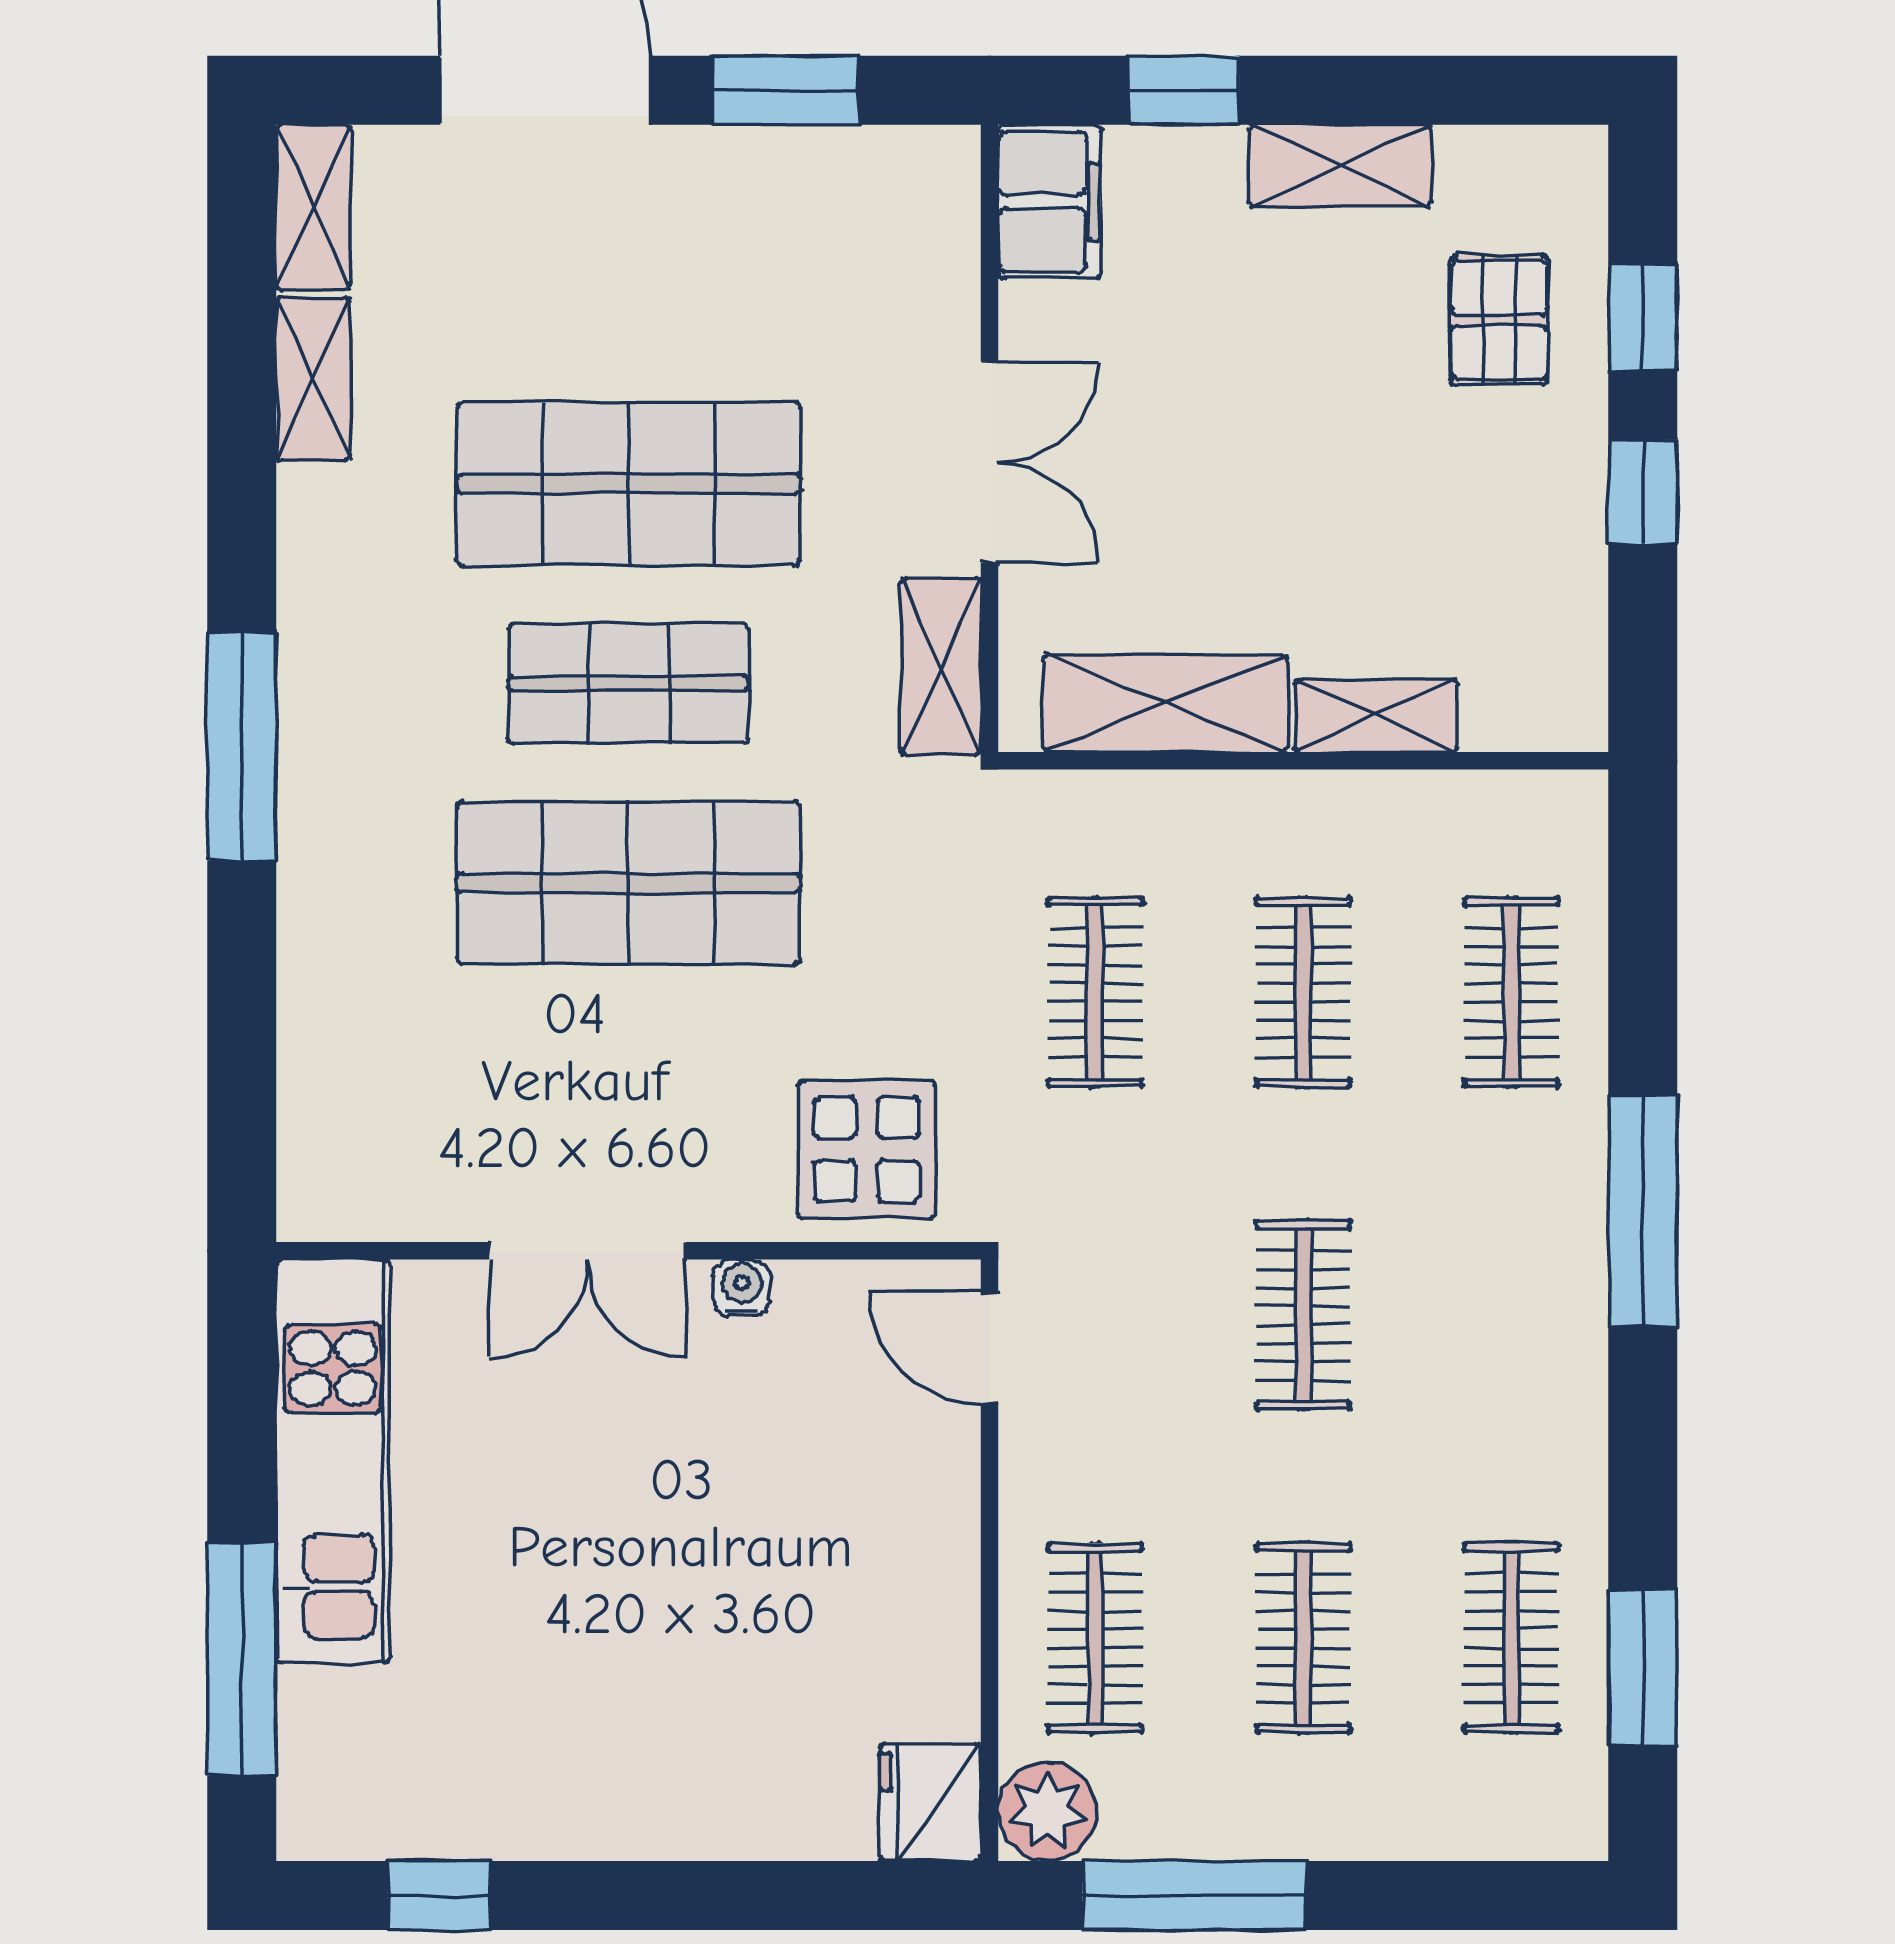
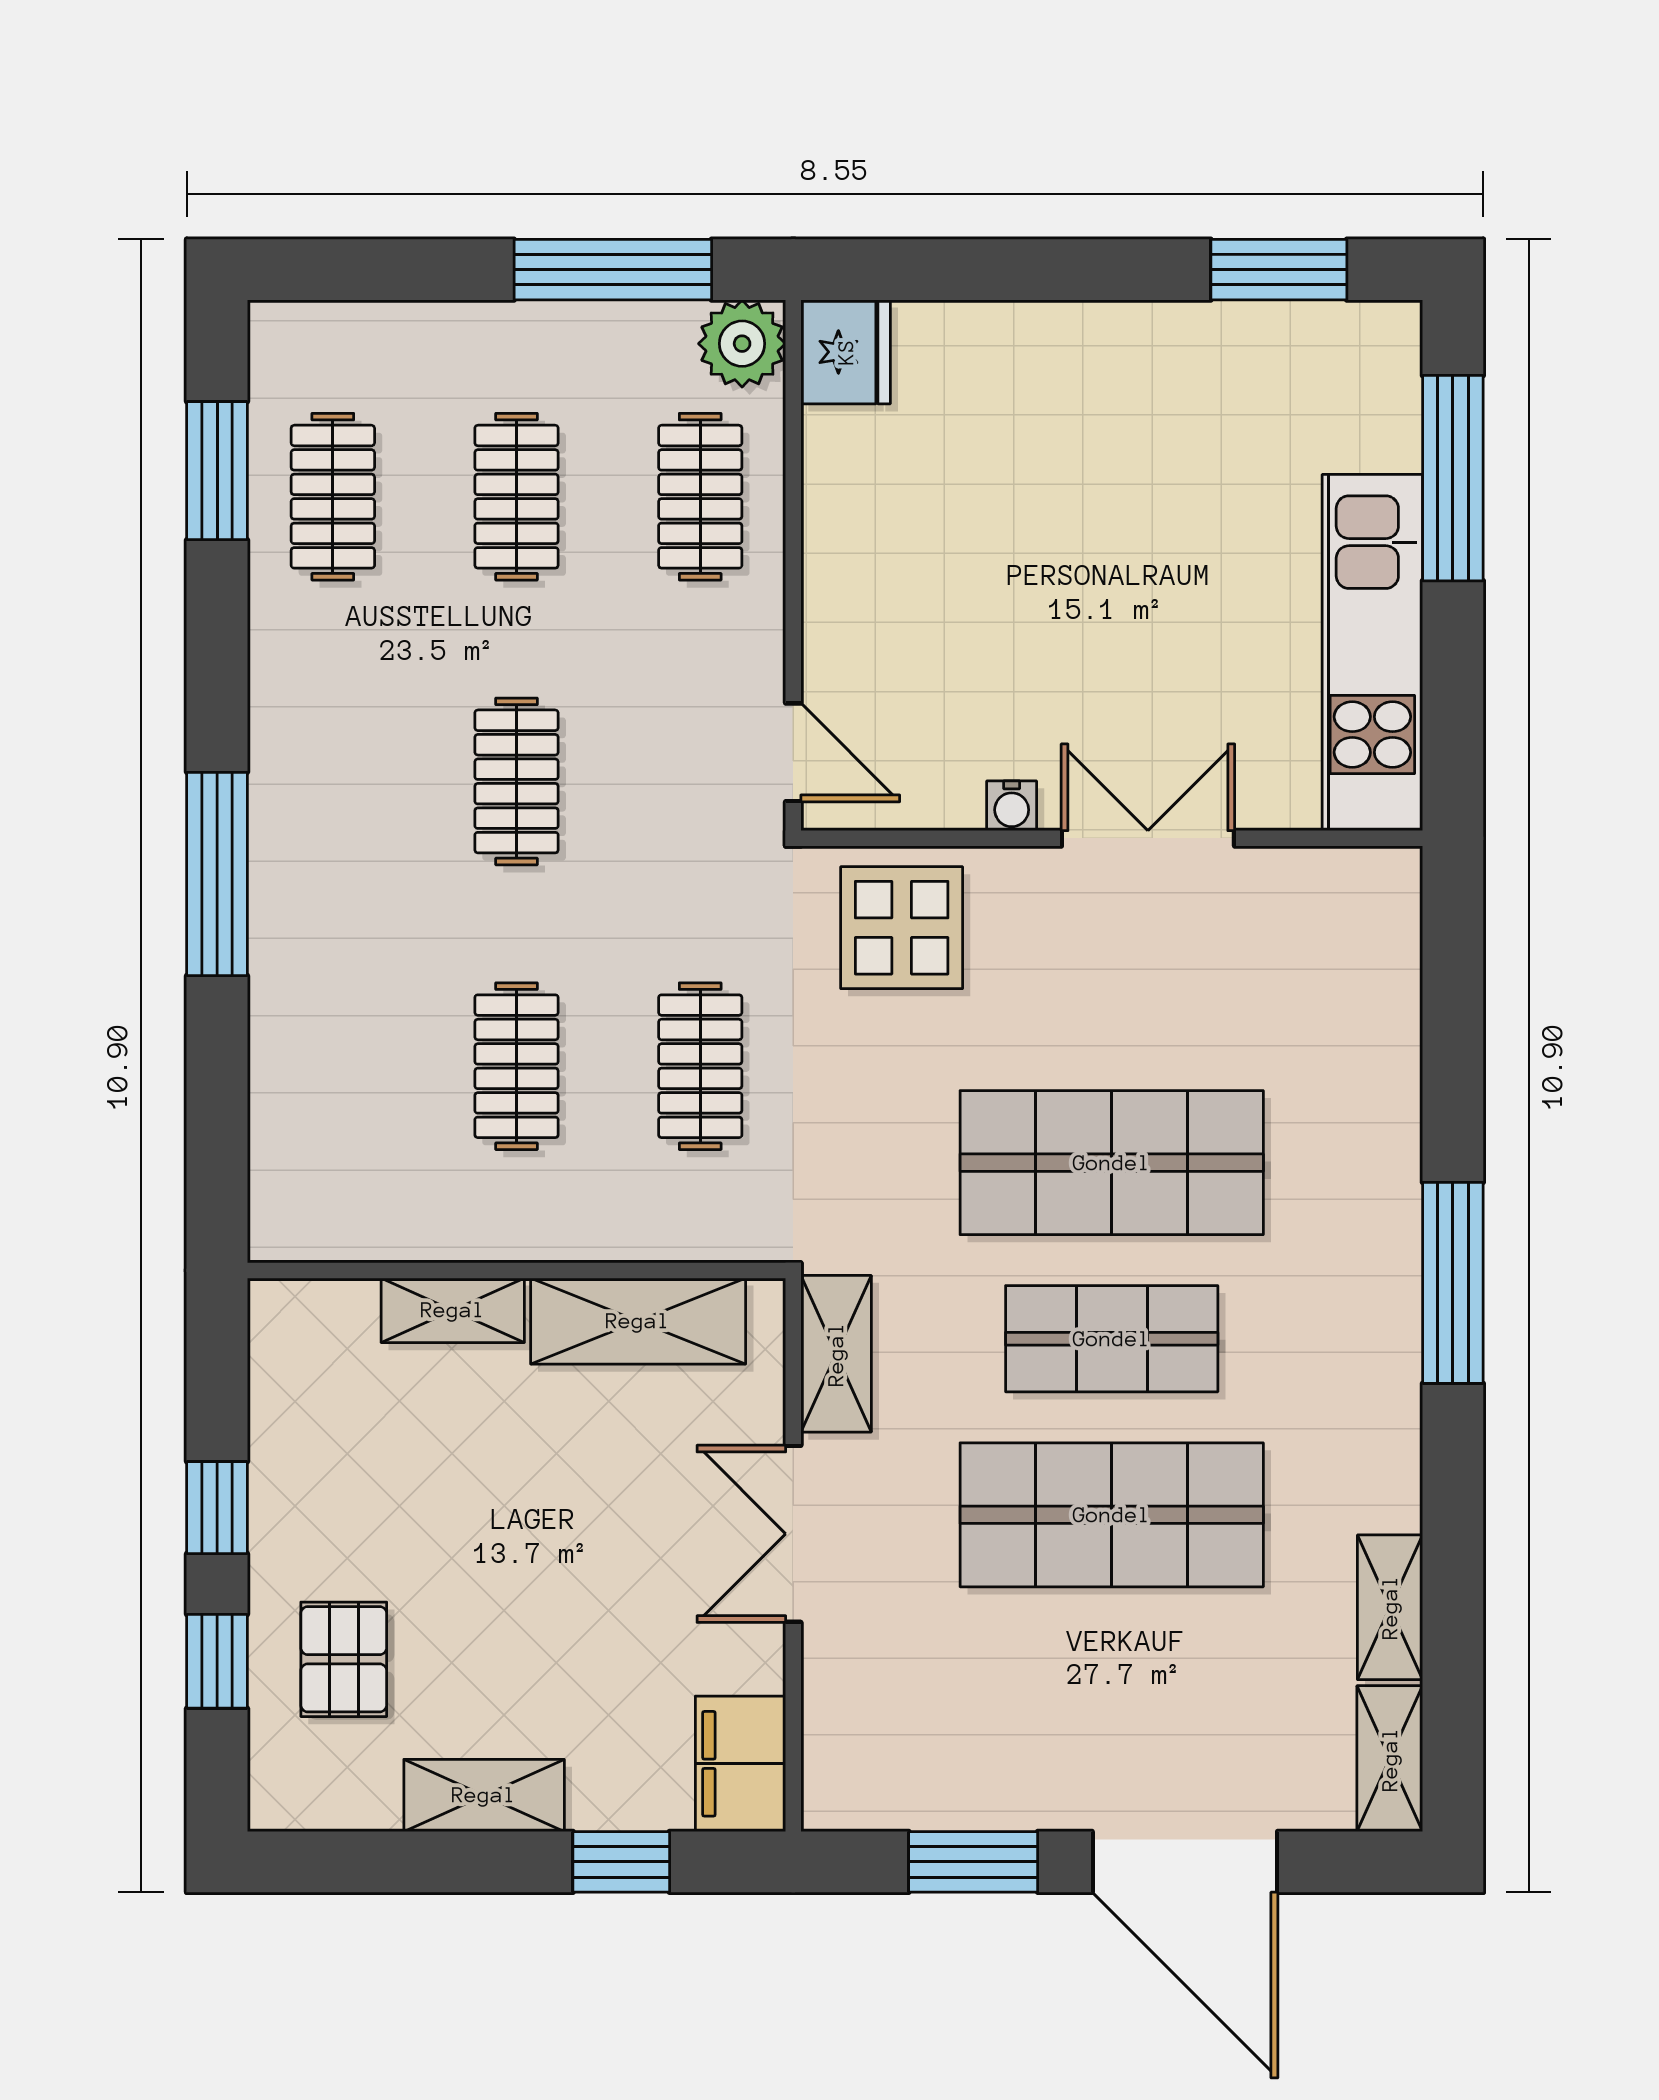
clothes rail: (1511, 992) -> (333, 1066), removed
window: (439, 1895) -> (1279, 270), width x1.50

